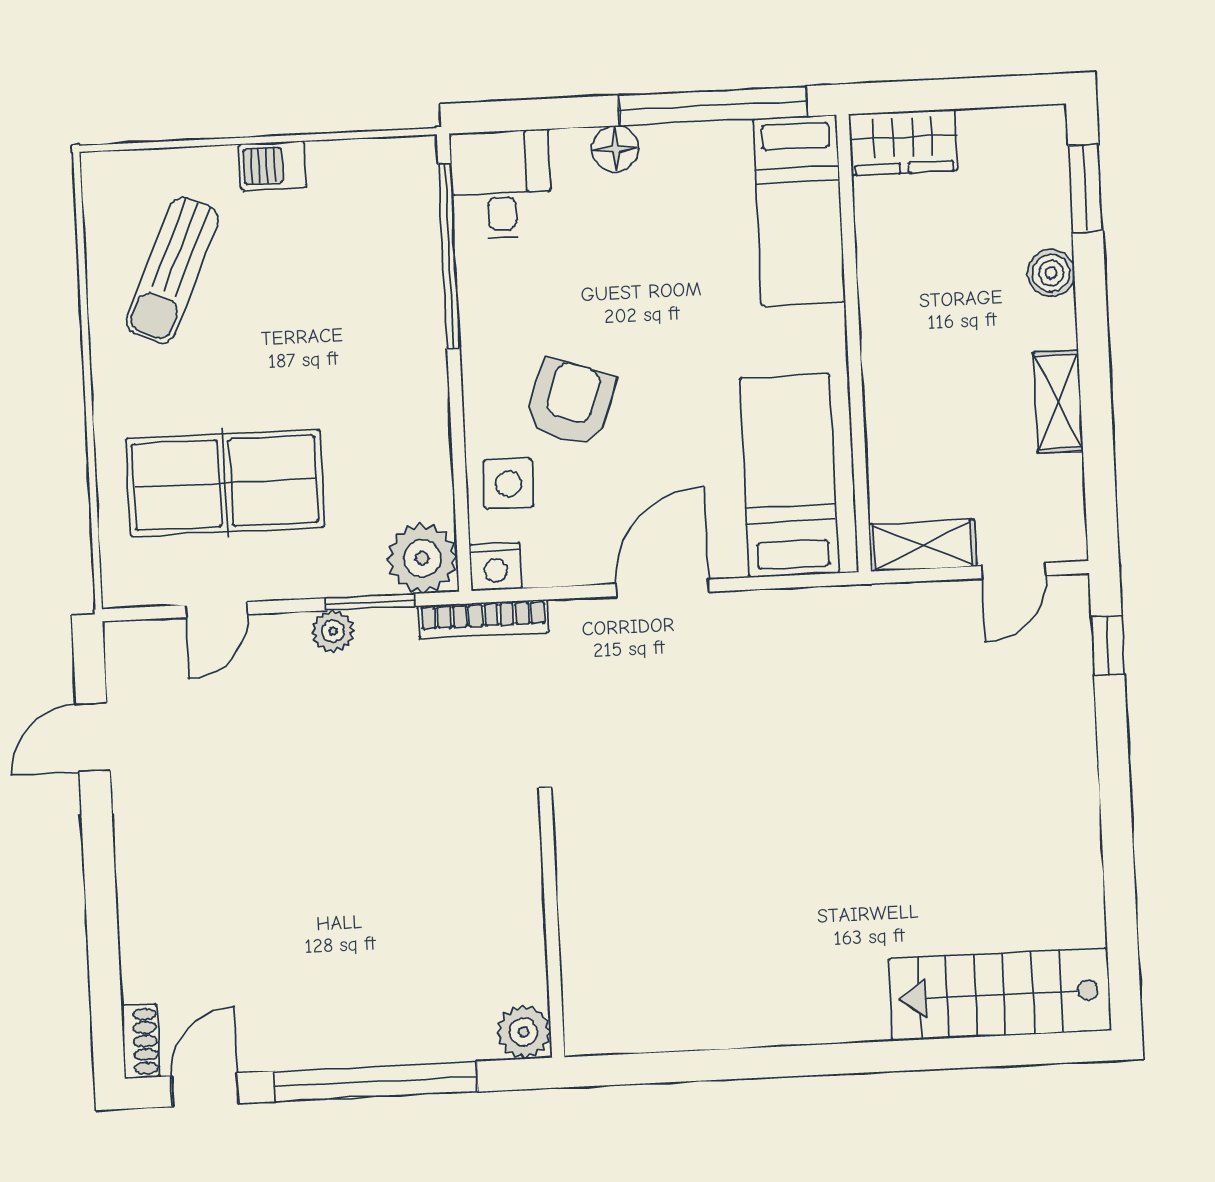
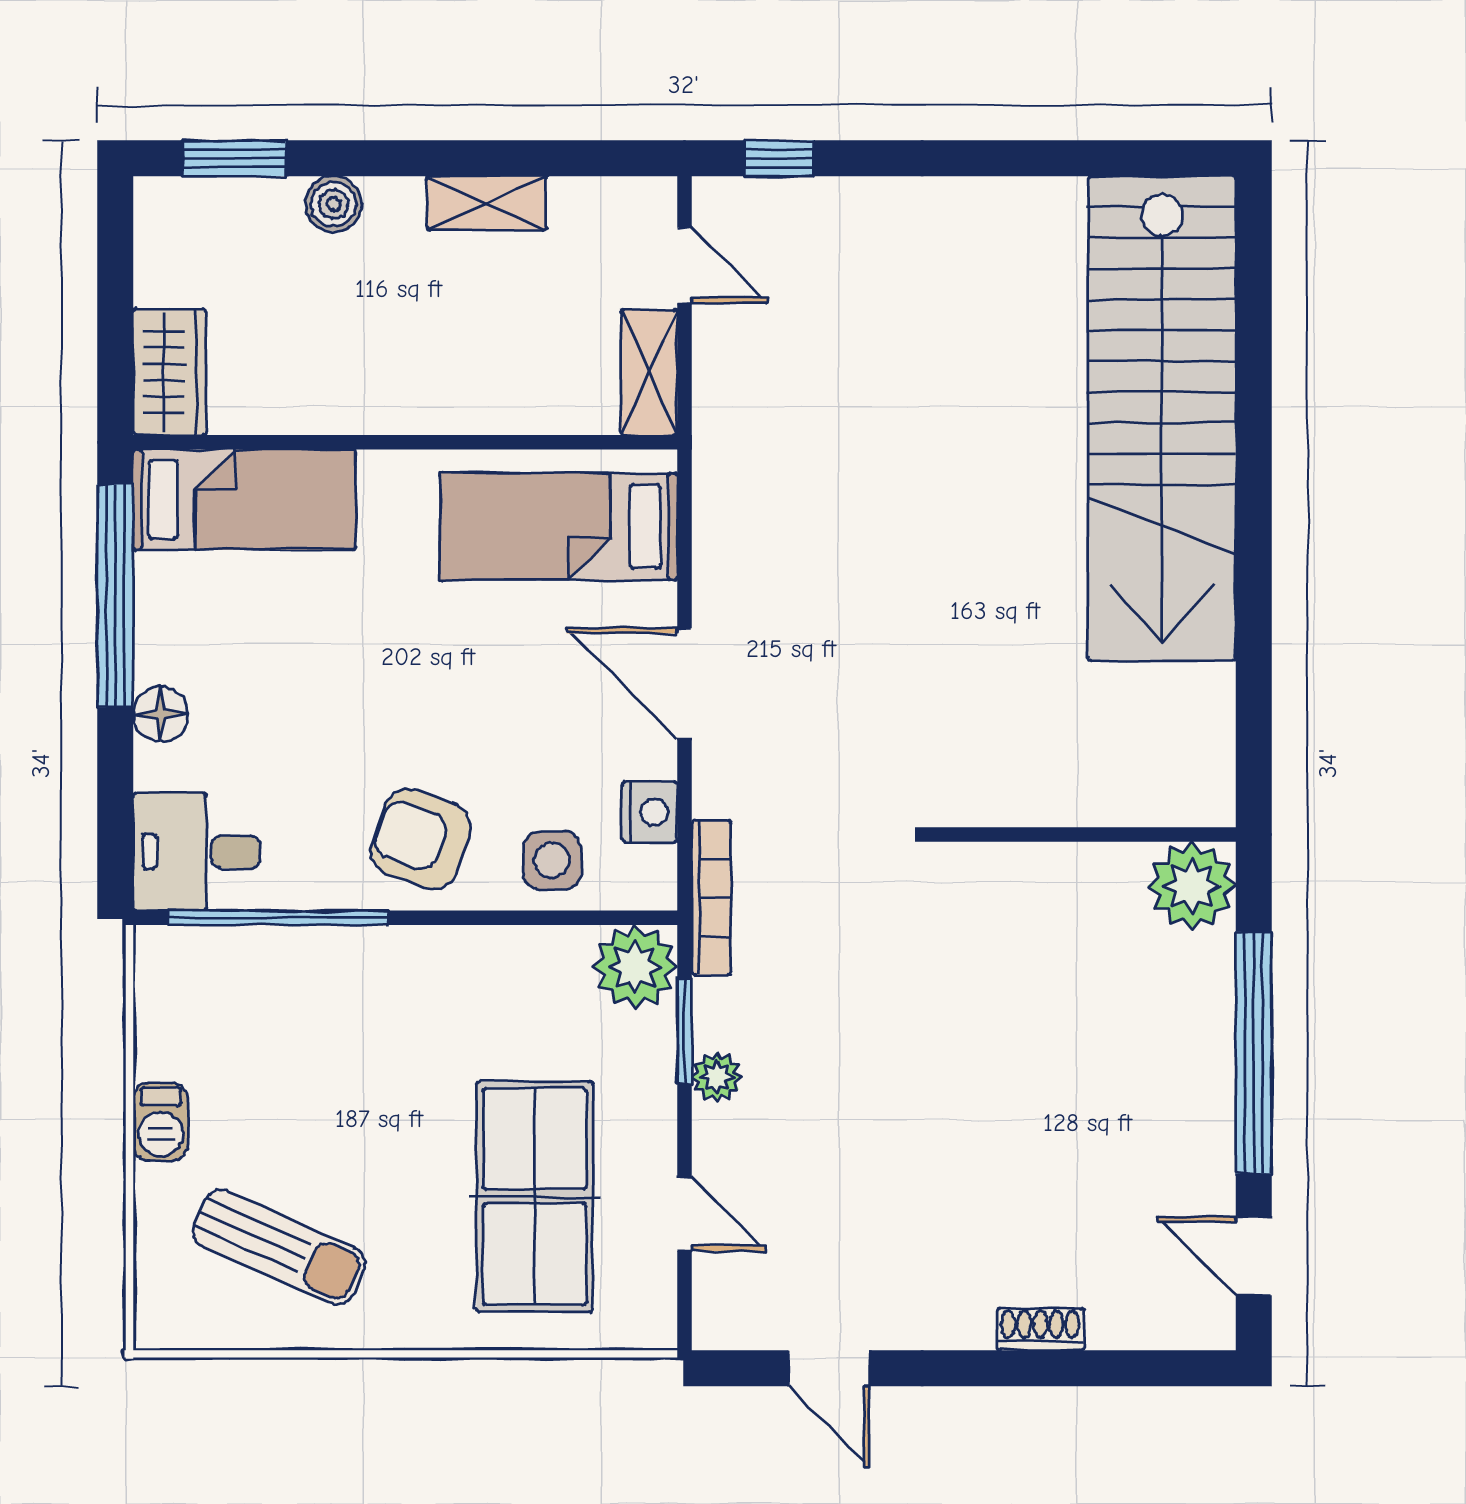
armchair: (571, 403) -> (421, 839), moved
nightstand: (495, 567) -> (650, 812), moved
stairs: (1000, 994) -> (1162, 419), width x1.86, depth x1.51
plant: (524, 1032) -> (1192, 886), width x1.36, depth x1.36
shoe rack: (141, 1041) -> (1040, 1329), moved

